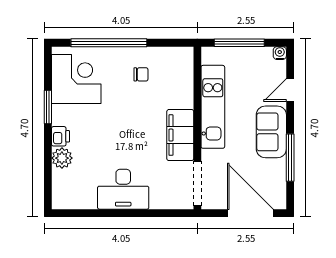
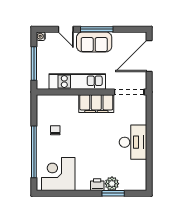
window: (48, 107) -> (113, 193), moved
window: (290, 158) -> (97, 29), moved

